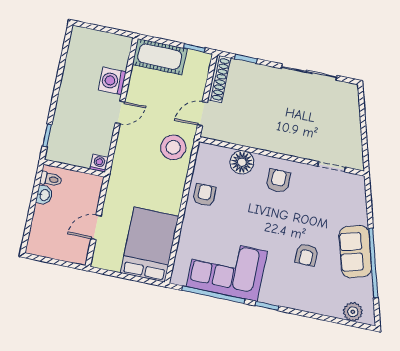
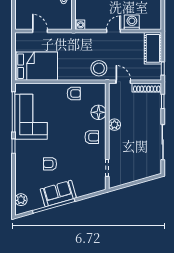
door: (120, 112) -> (114, 31), swing flipped
plant: (266, 141) -> (114, 125), added

